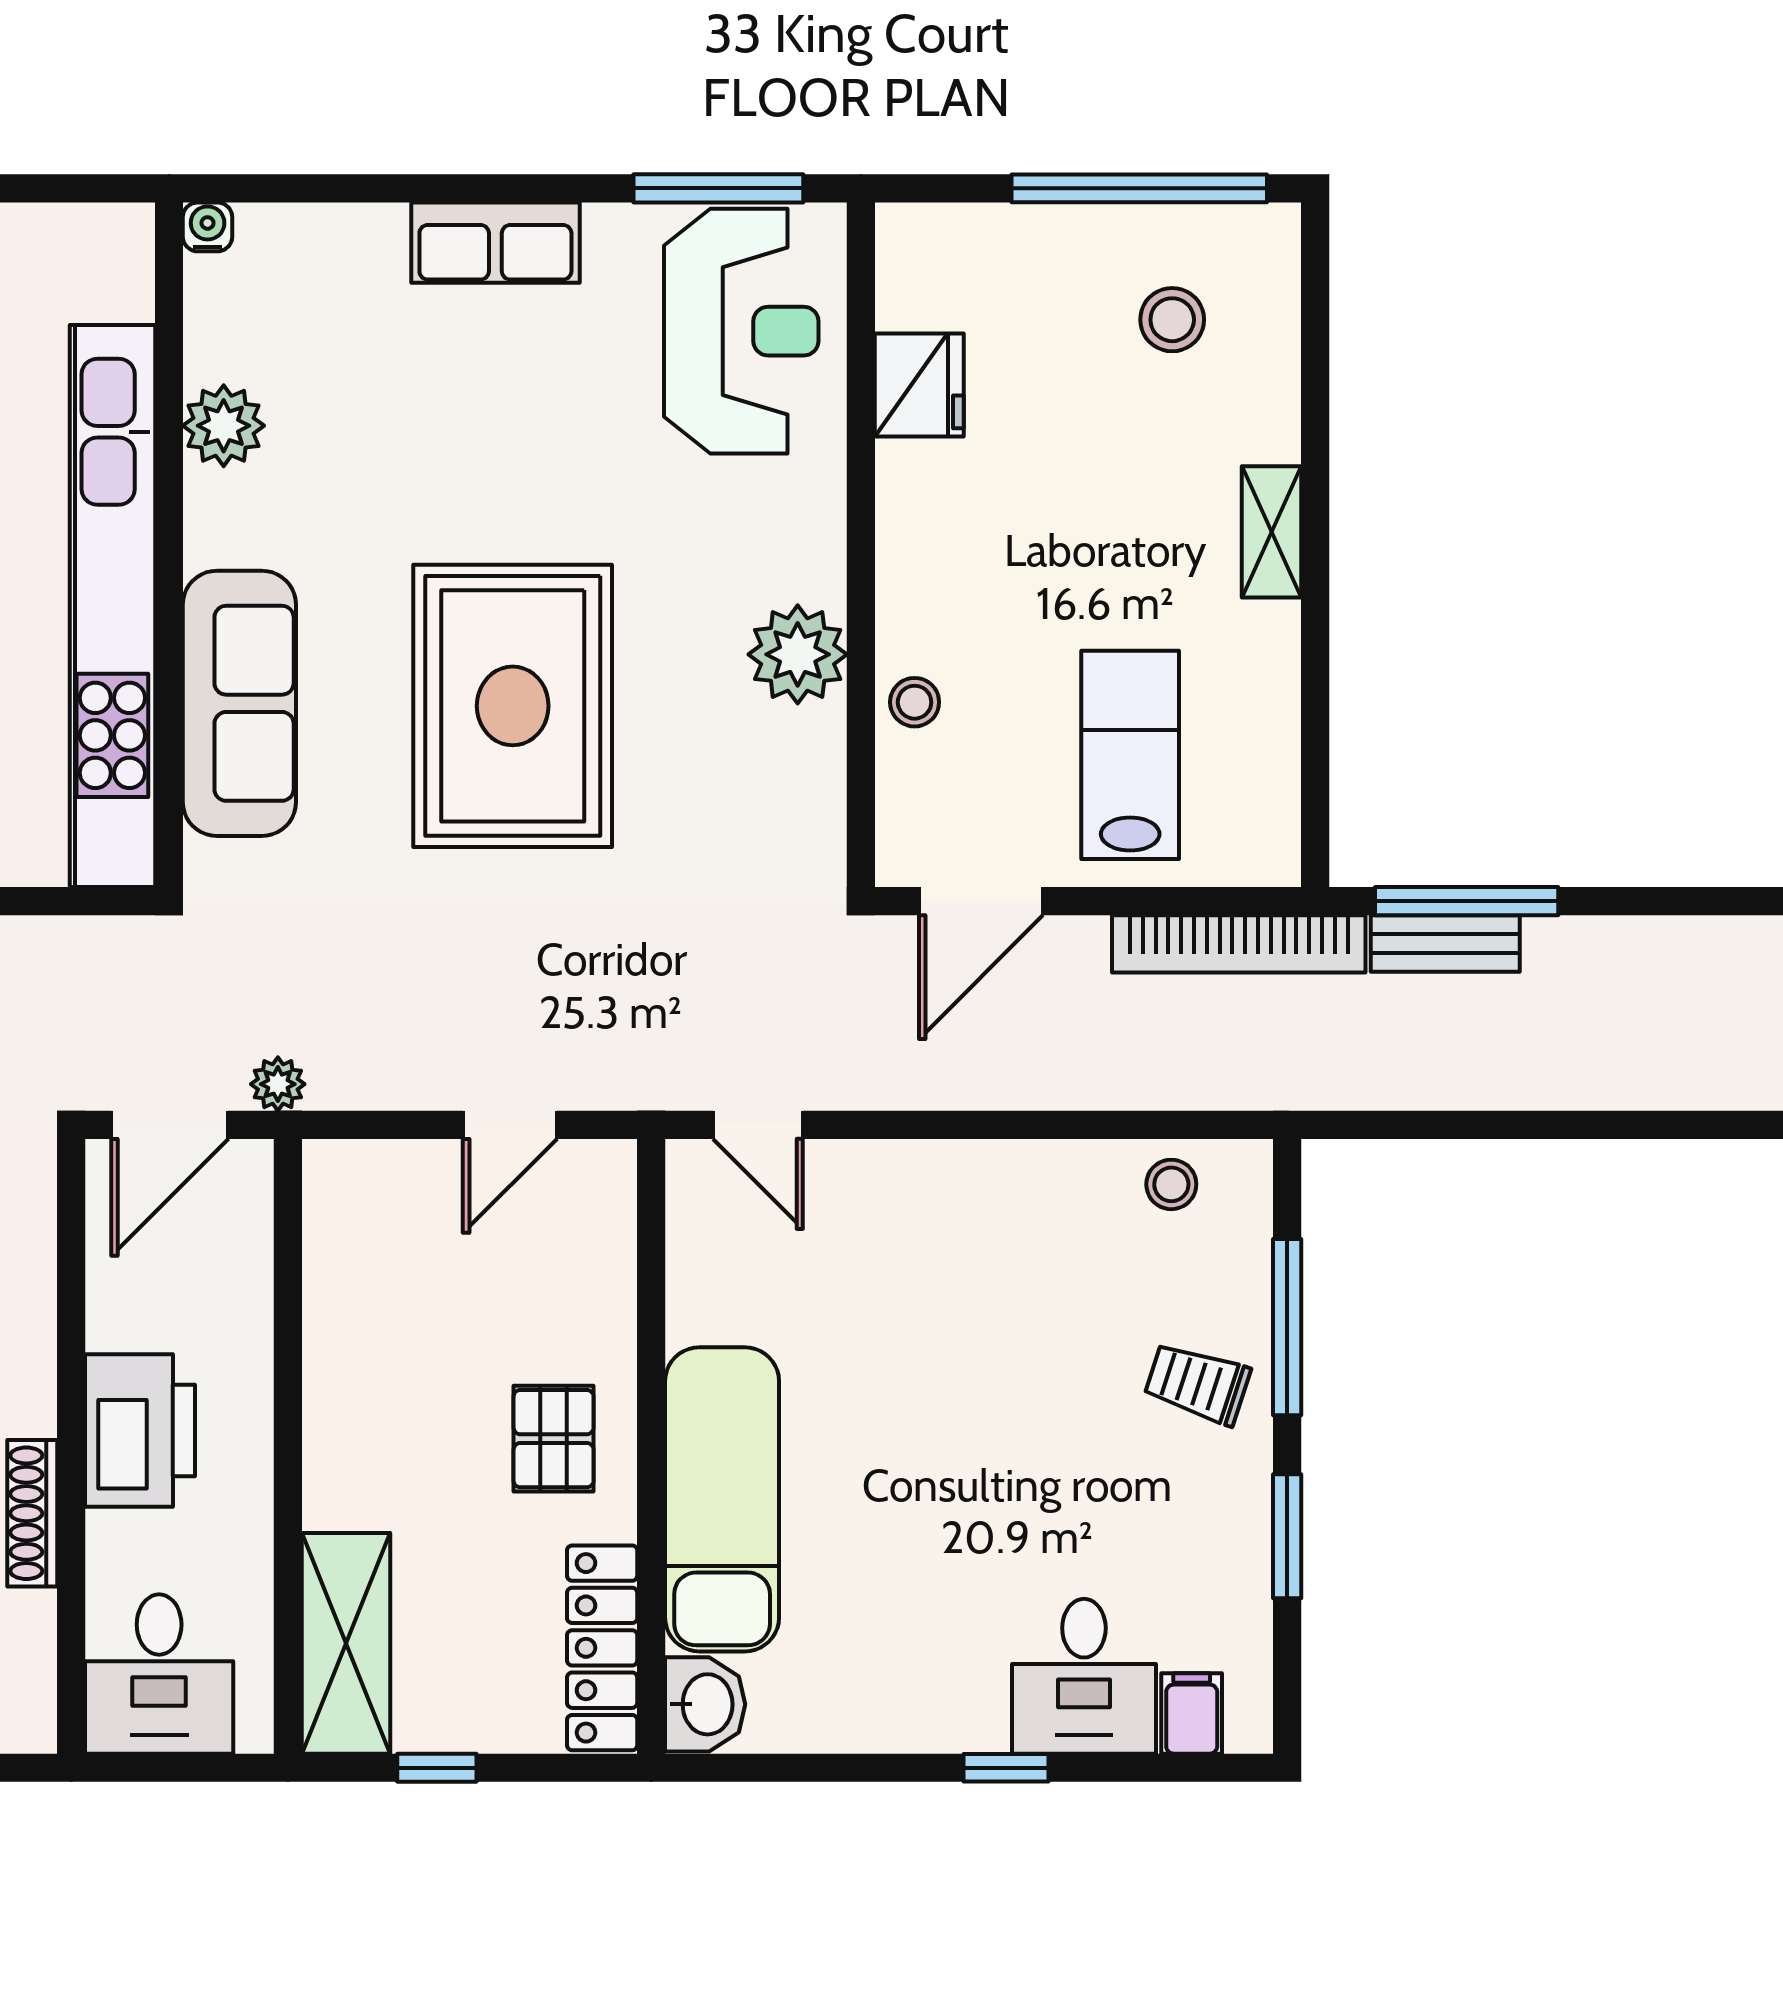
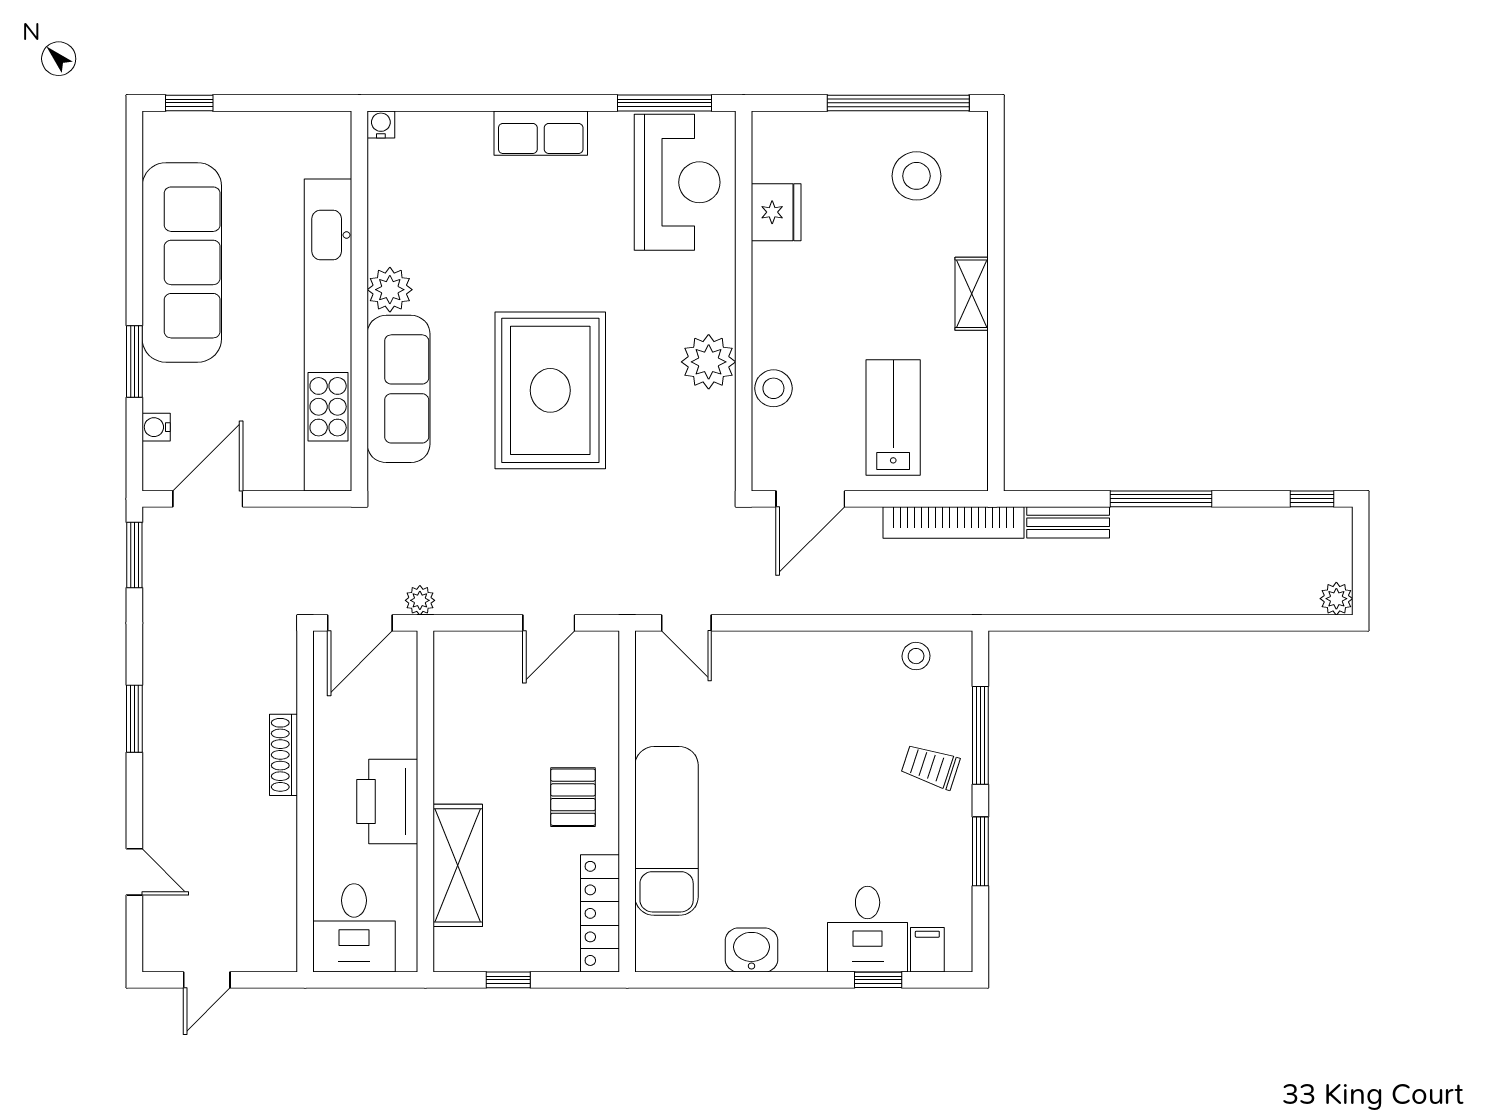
stool: (1172, 320) -> (917, 176), width x1.38, depth x1.38
plant: (224, 426) -> (390, 290), moved
stool: (915, 702) -> (773, 388), width x1.37, depth x1.37
window: (1467, 901) -> (1161, 499), moved
printer: (140, 1431) -> (387, 801), moved, turned 180
shoe rack: (32, 1513) -> (284, 755), moved
shelving: (346, 1643) -> (458, 865), moved
washbasin: (705, 1704) -> (751, 950), moved, turned -90
window: (1006, 1768) -> (878, 980), moved

